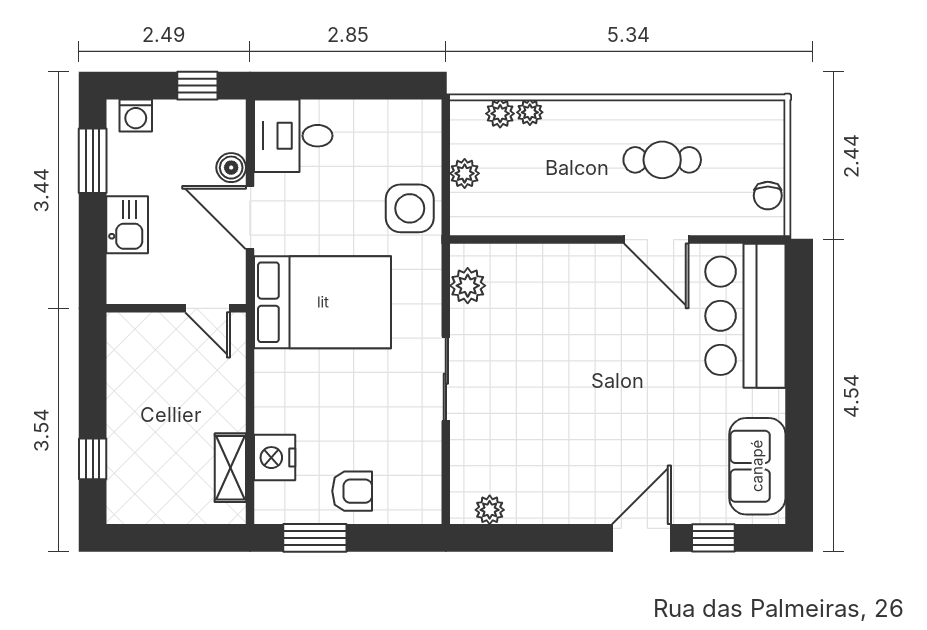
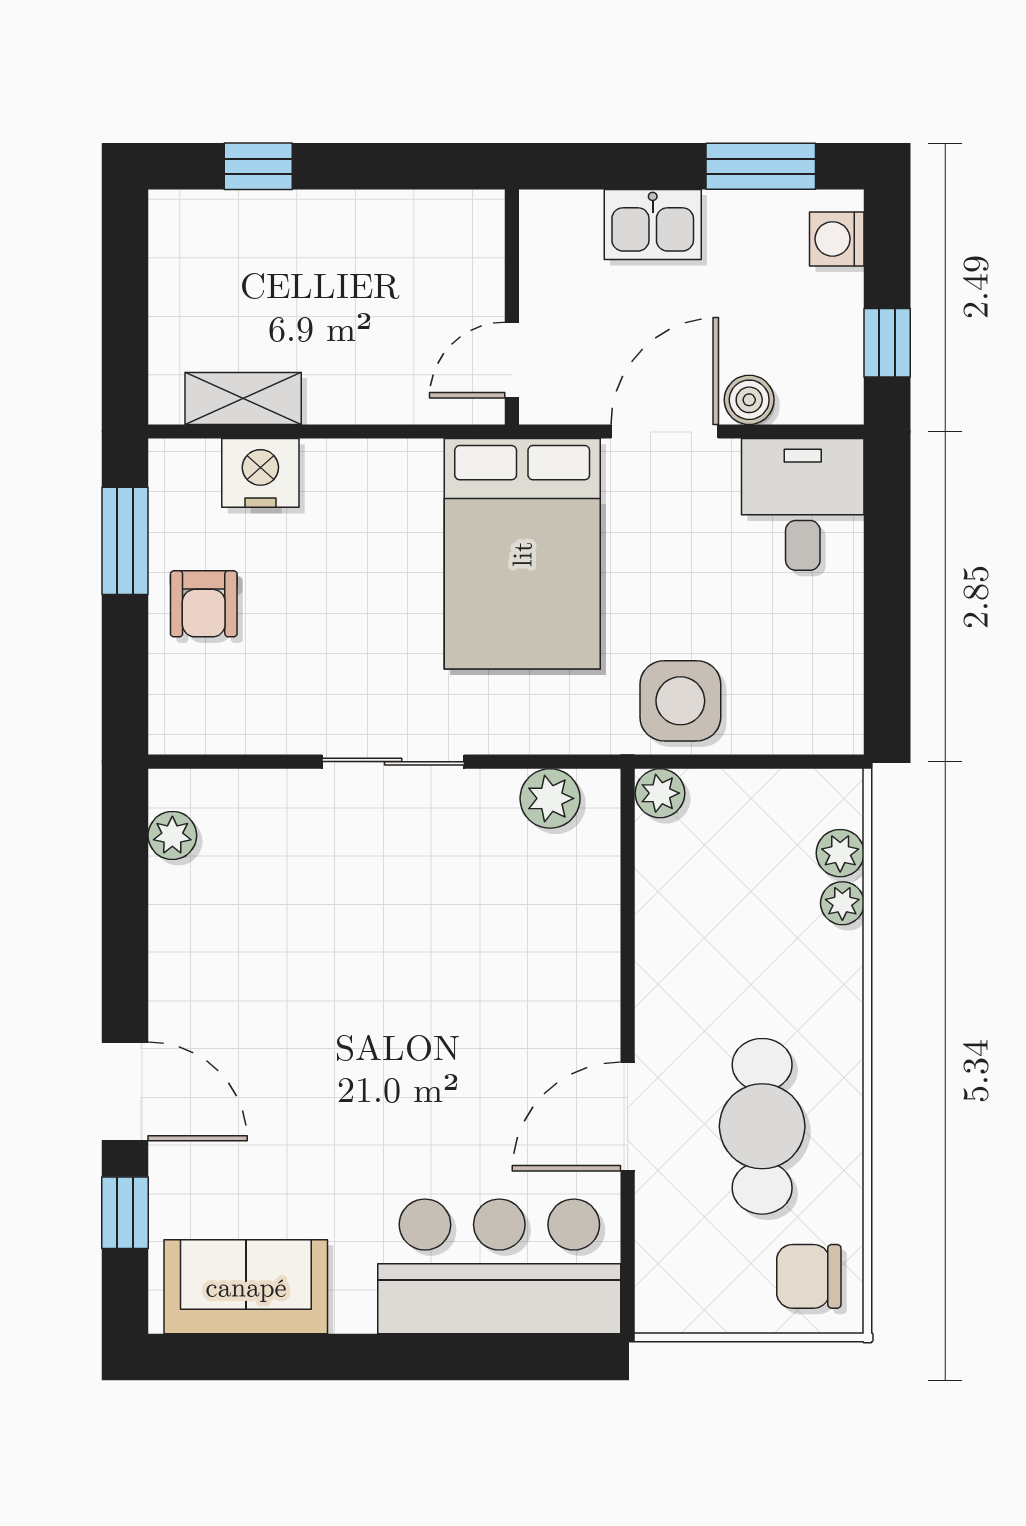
cafe table: (662, 160) -> (762, 1126), width x1.37, depth x1.35
plant: (465, 173) -> (660, 793), moved
chair: (768, 196) -> (809, 1276), moved, width x1.37, depth x1.37

